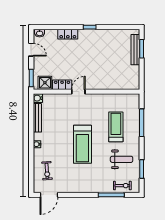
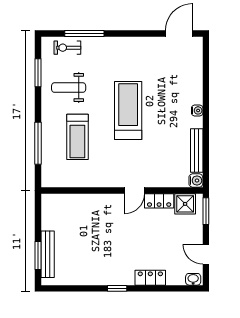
exercise bike: (47, 171) -> (182, 70), removed

